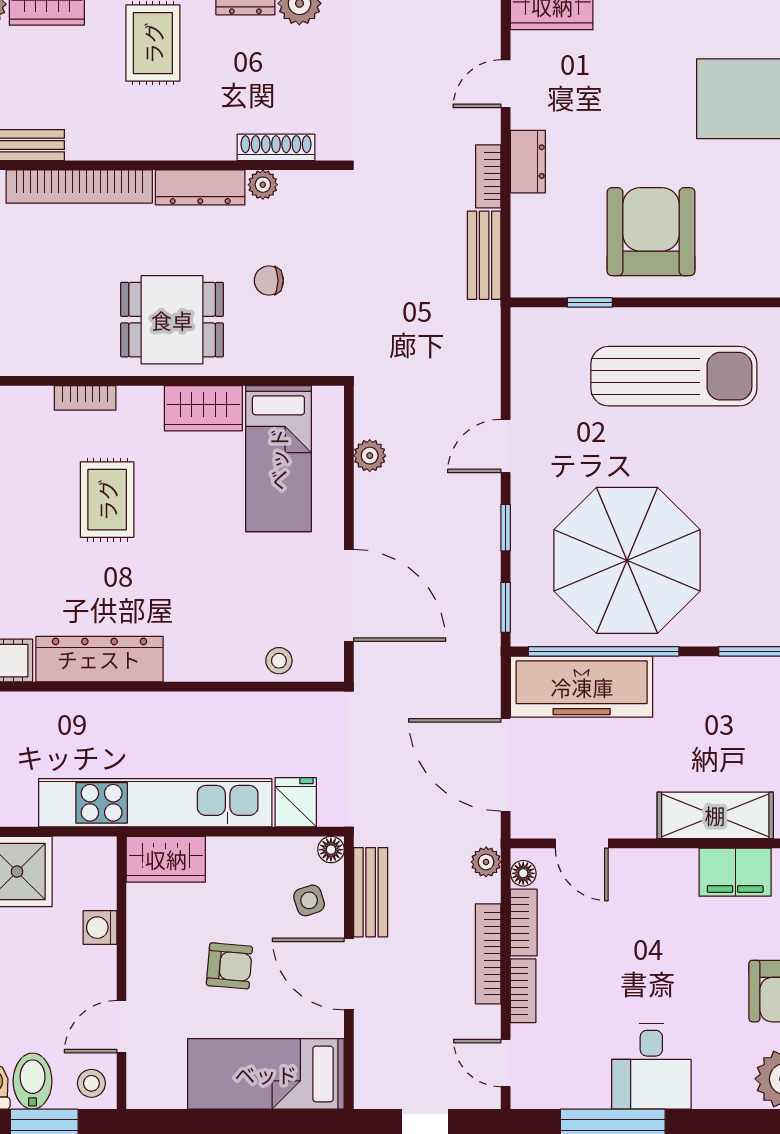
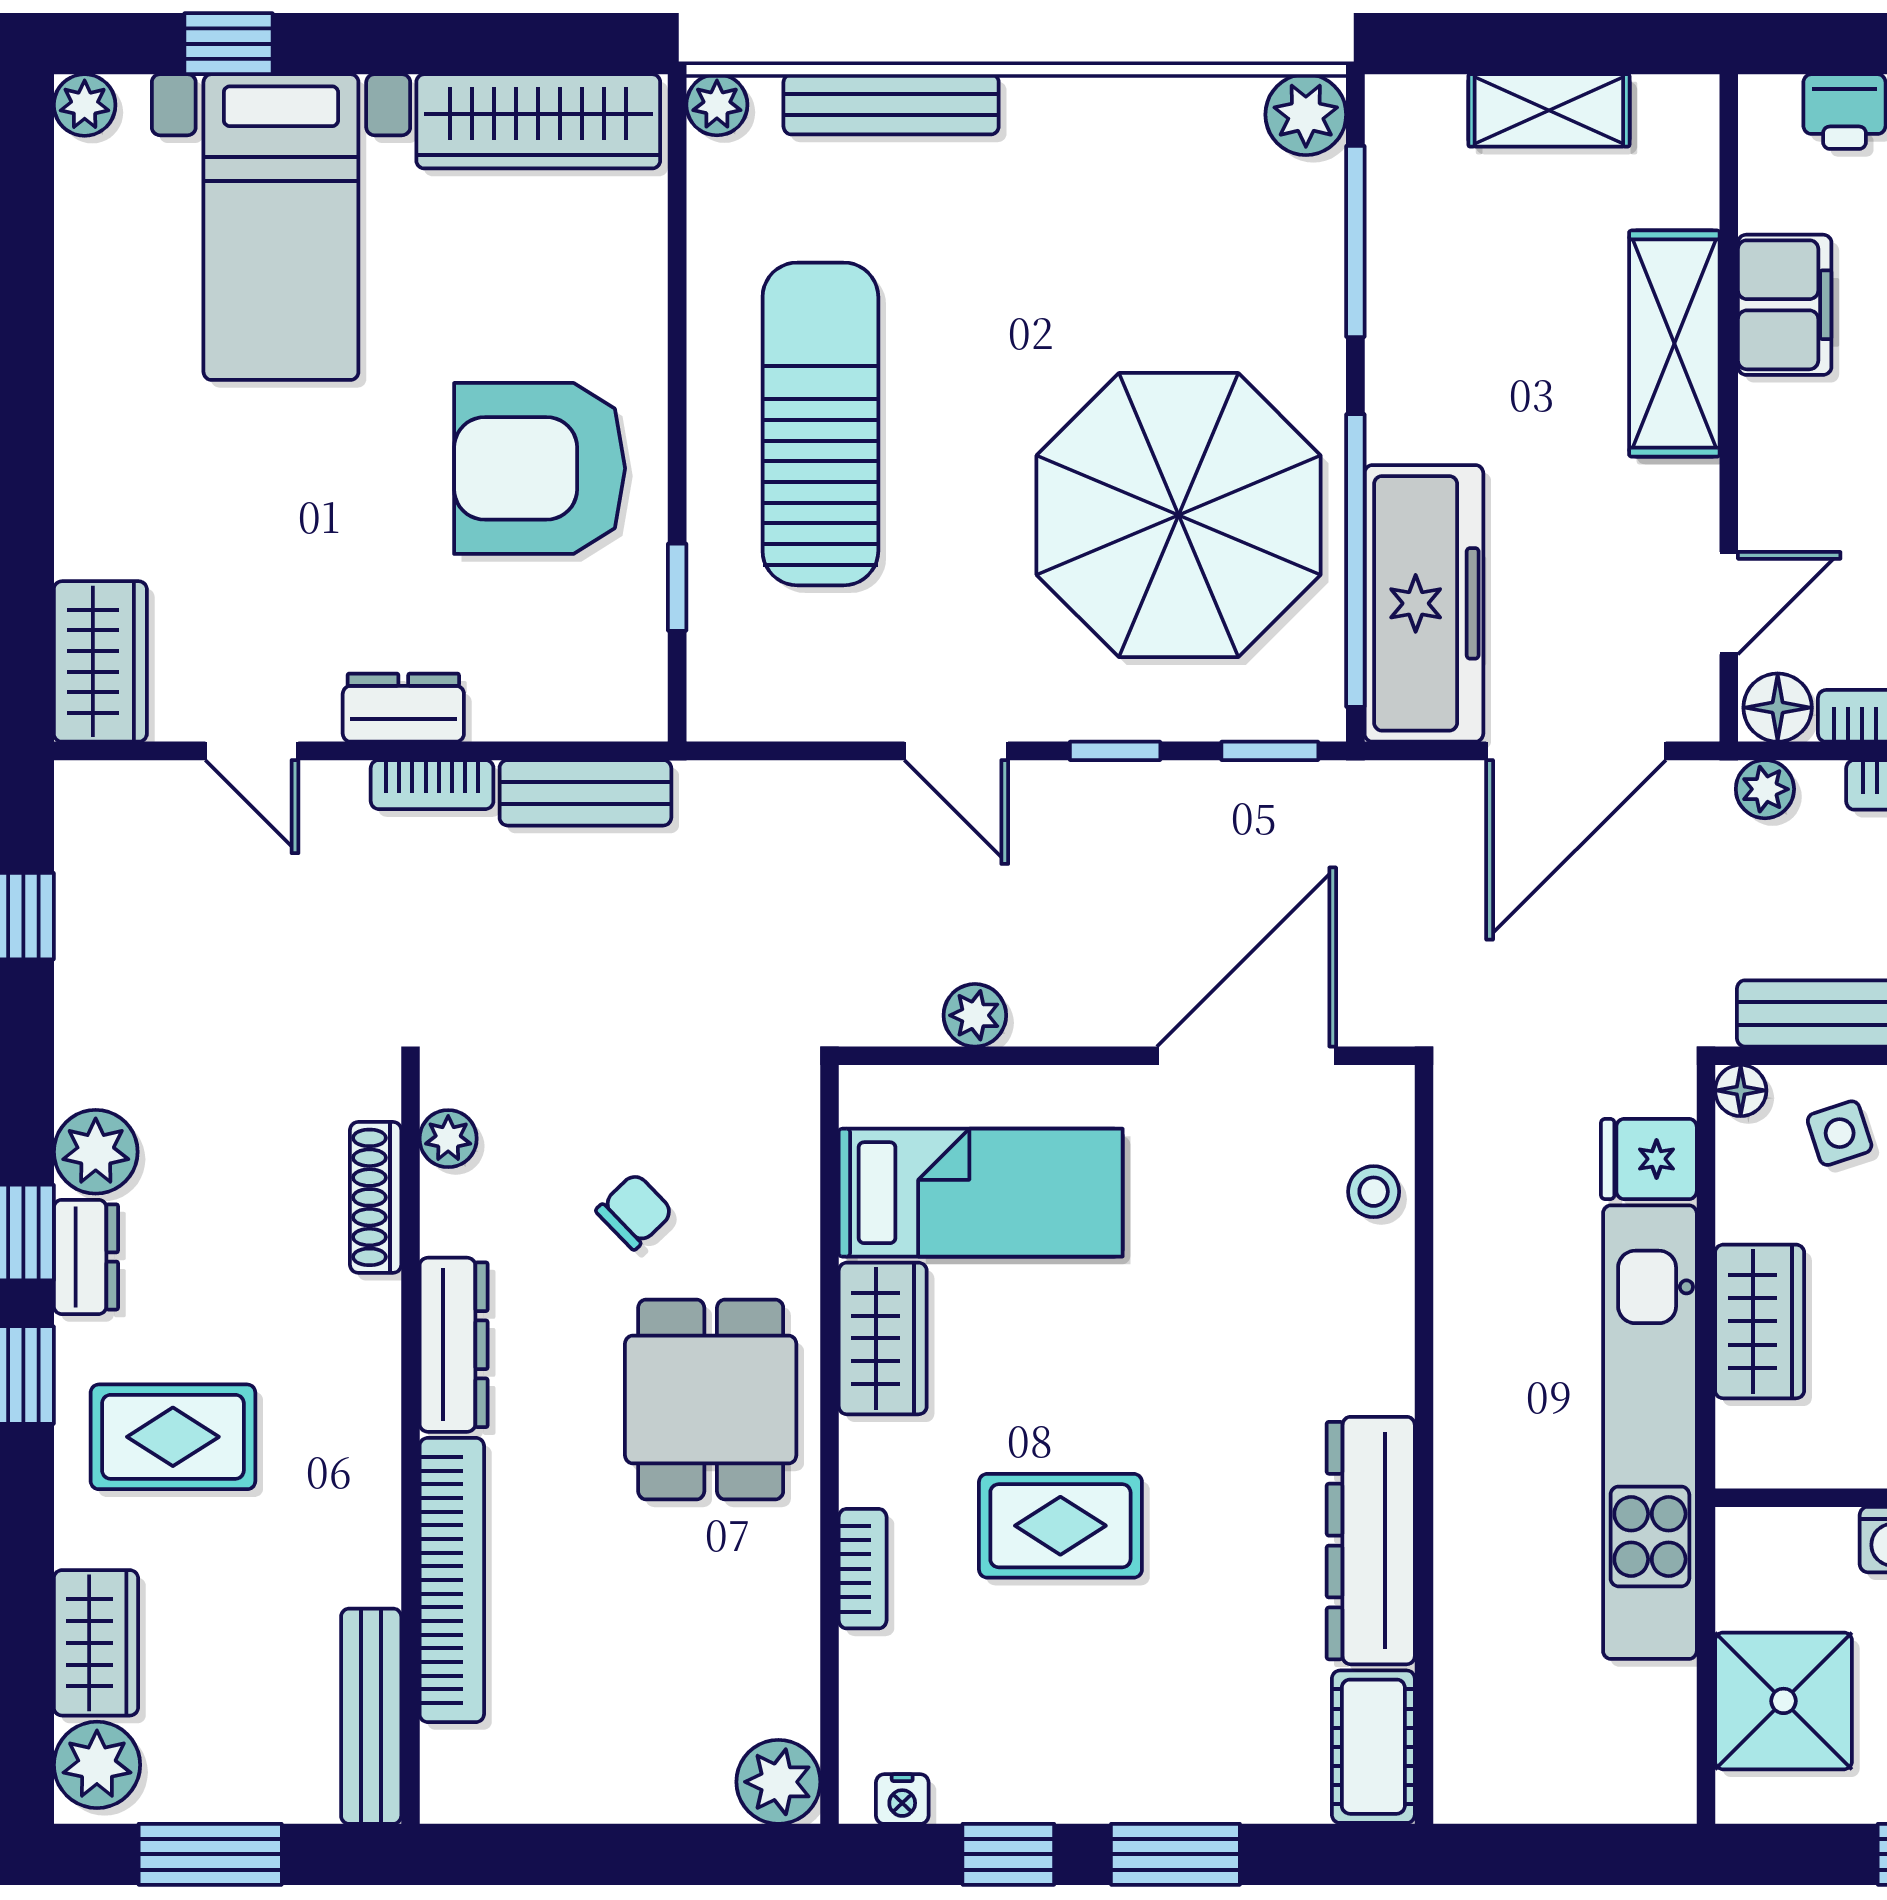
plant: (263, 185) -> (448, 1139), moved
chair: (269, 281) -> (635, 1211), turned -134
wardrobe: (166, 859) -> (1760, 1321), moved
floor lamp: (523, 873) -> (1778, 708), width x1.37, depth x1.37

